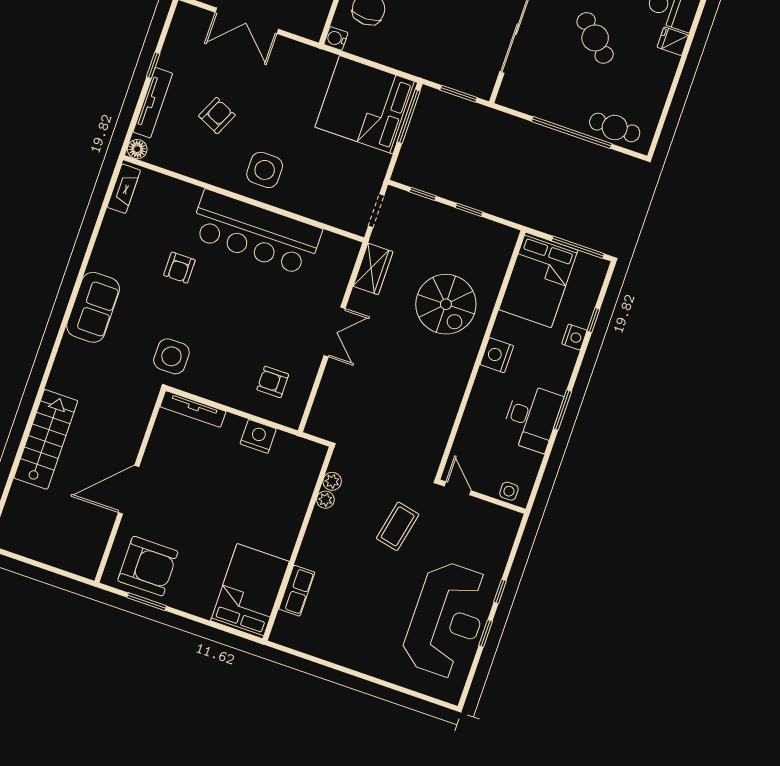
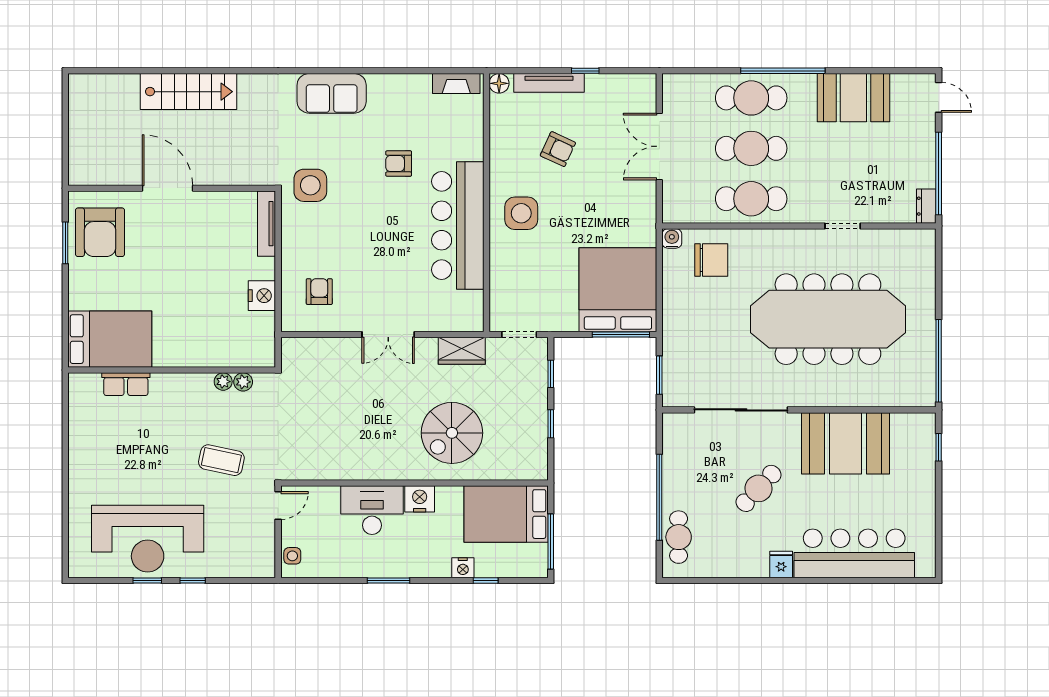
desk: (532, 418) -> (372, 510), moved, turned 180

